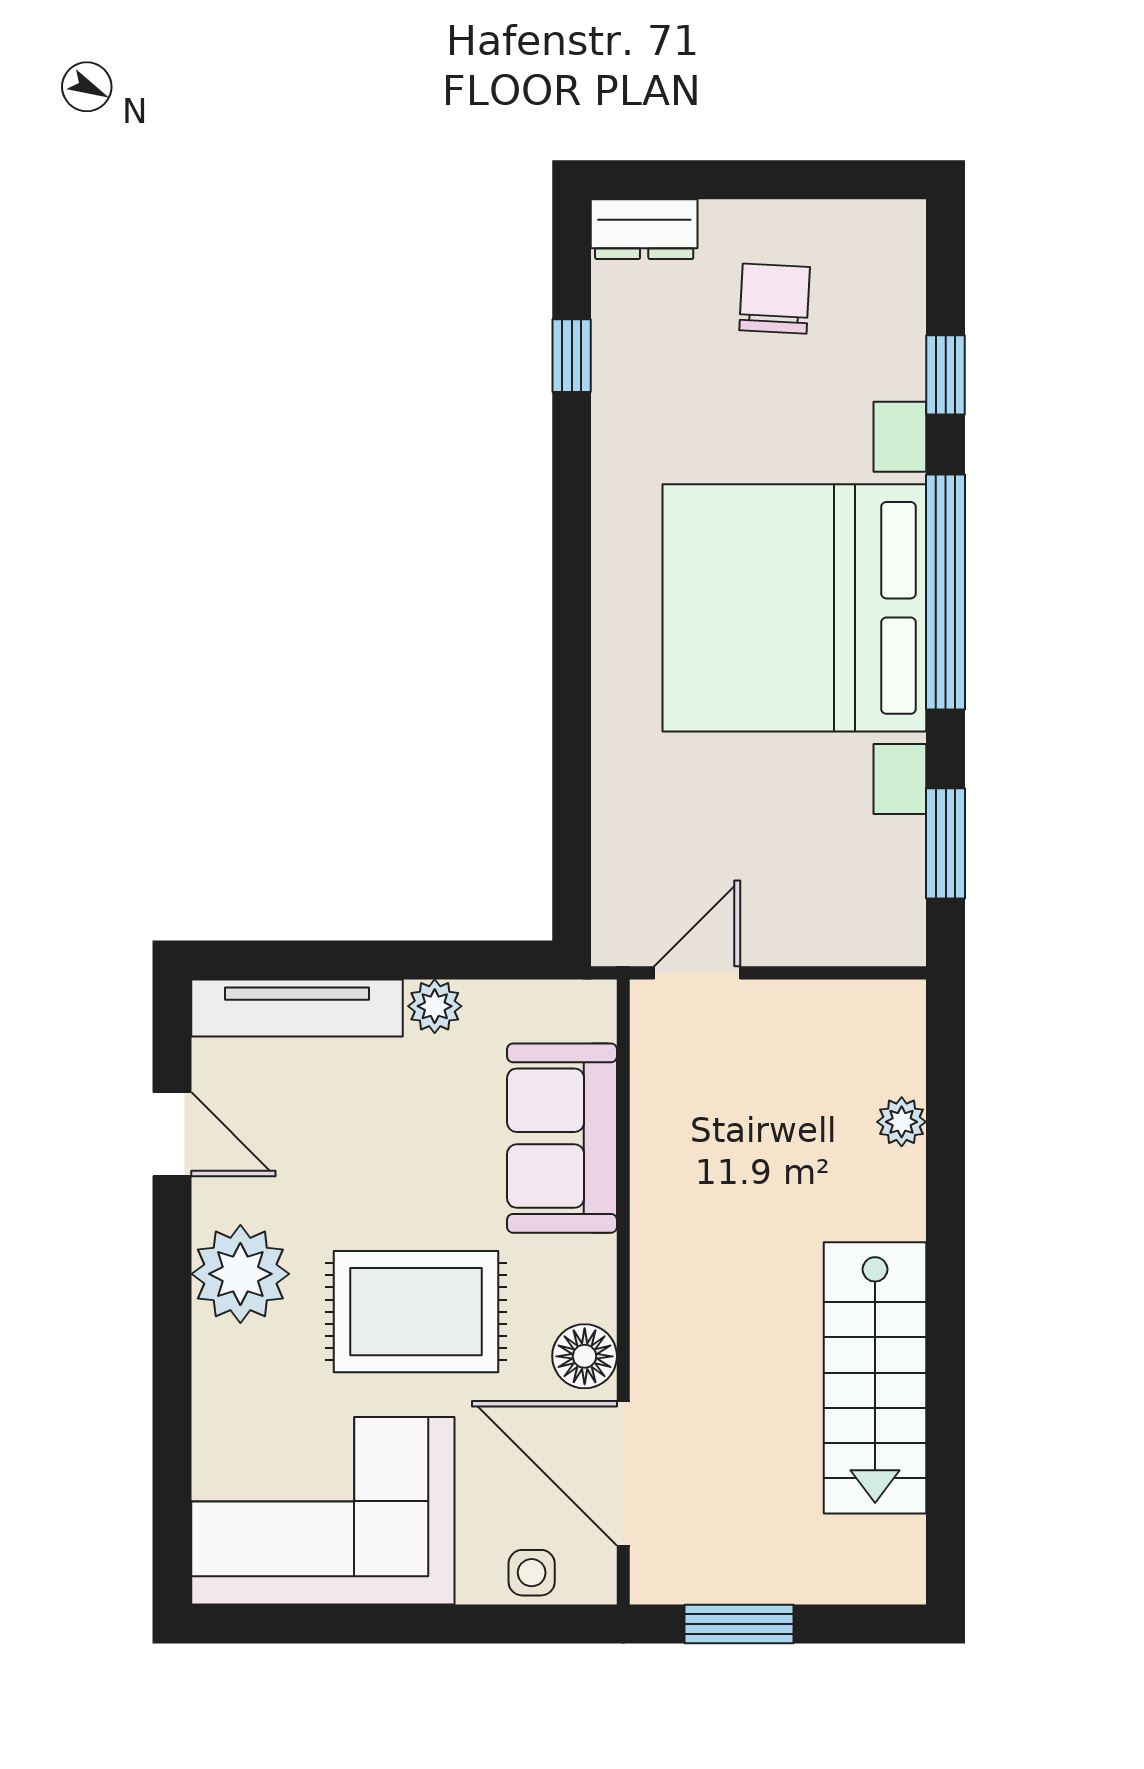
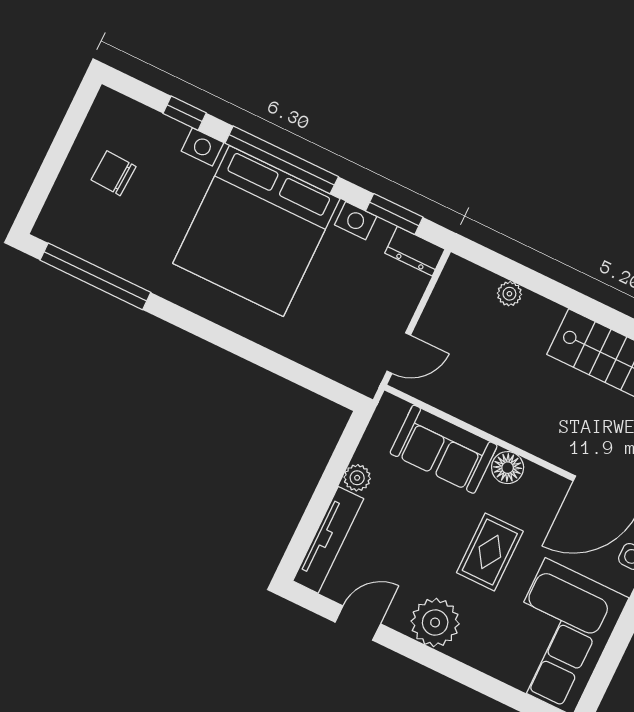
dresser: (644, 229) -> (415, 251), moved, turned 90
window: (572, 356) -> (95, 276), width x3.17
door: (697, 973) -> (399, 353), swing flipped
rug: (416, 1312) -> (490, 552), width x0.73, depth x0.70
floor lamp: (585, 1356) -> (508, 468), moved

